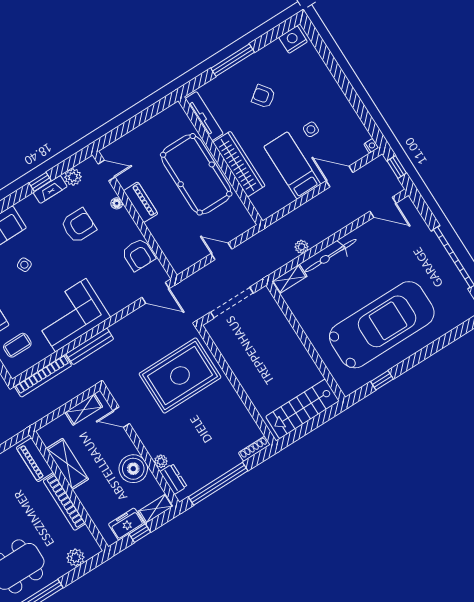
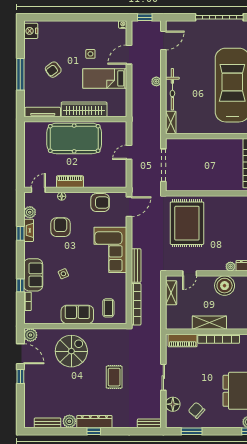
plant: (302, 247) -> (156, 81), moved
corner sofa: (71, 315) -> (110, 250), moved
shelving: (67, 464) -> (209, 323), moved

